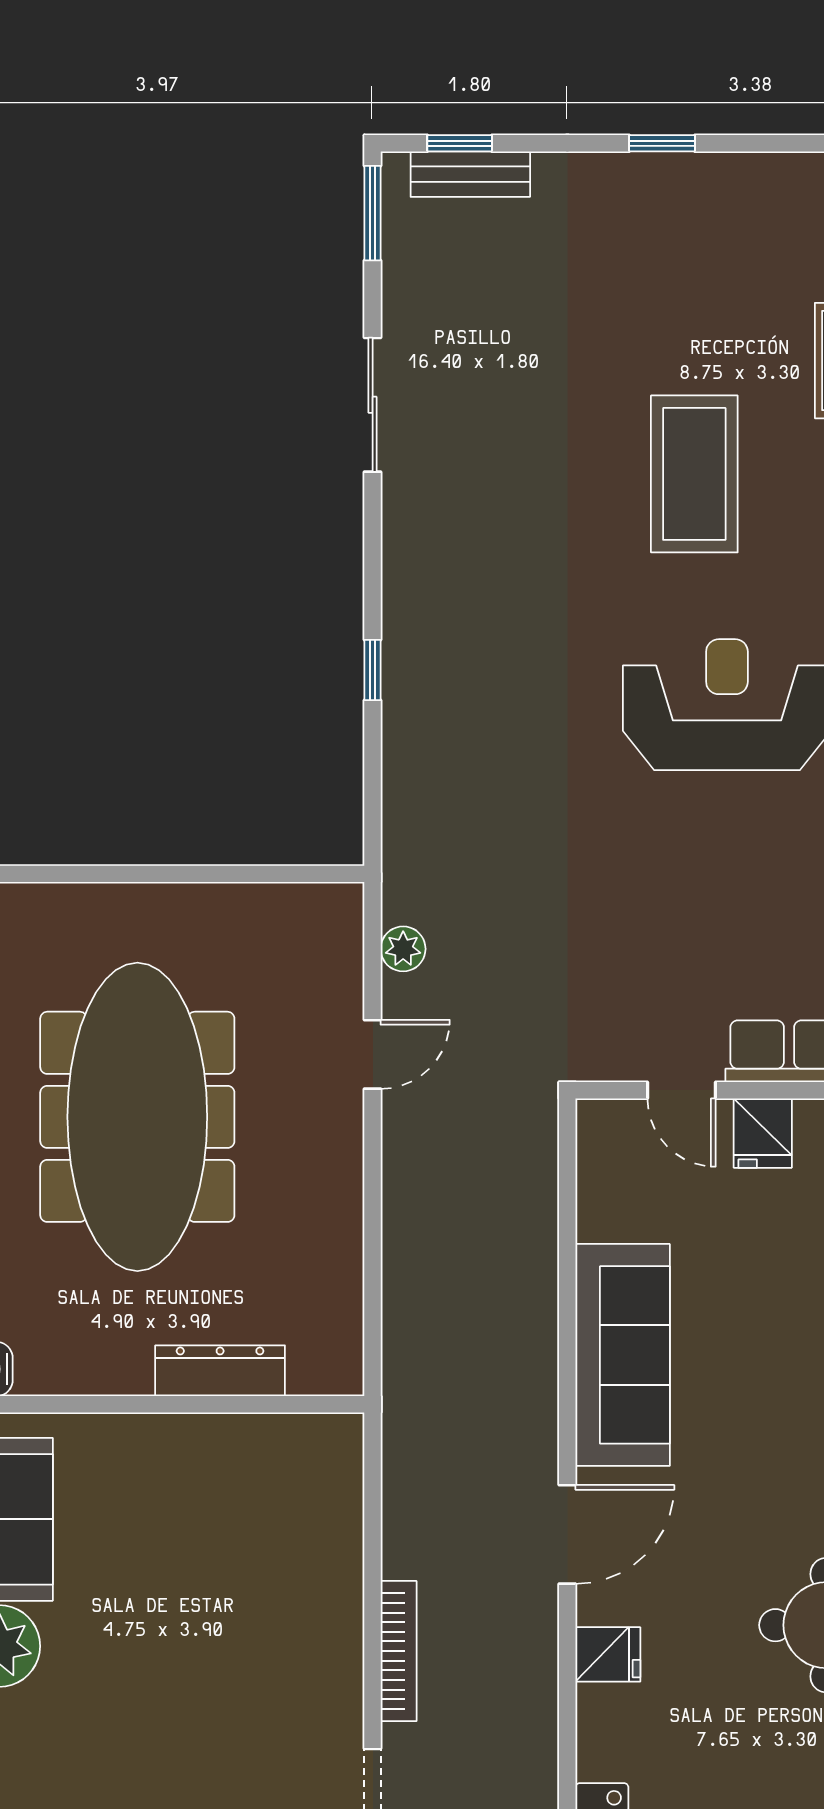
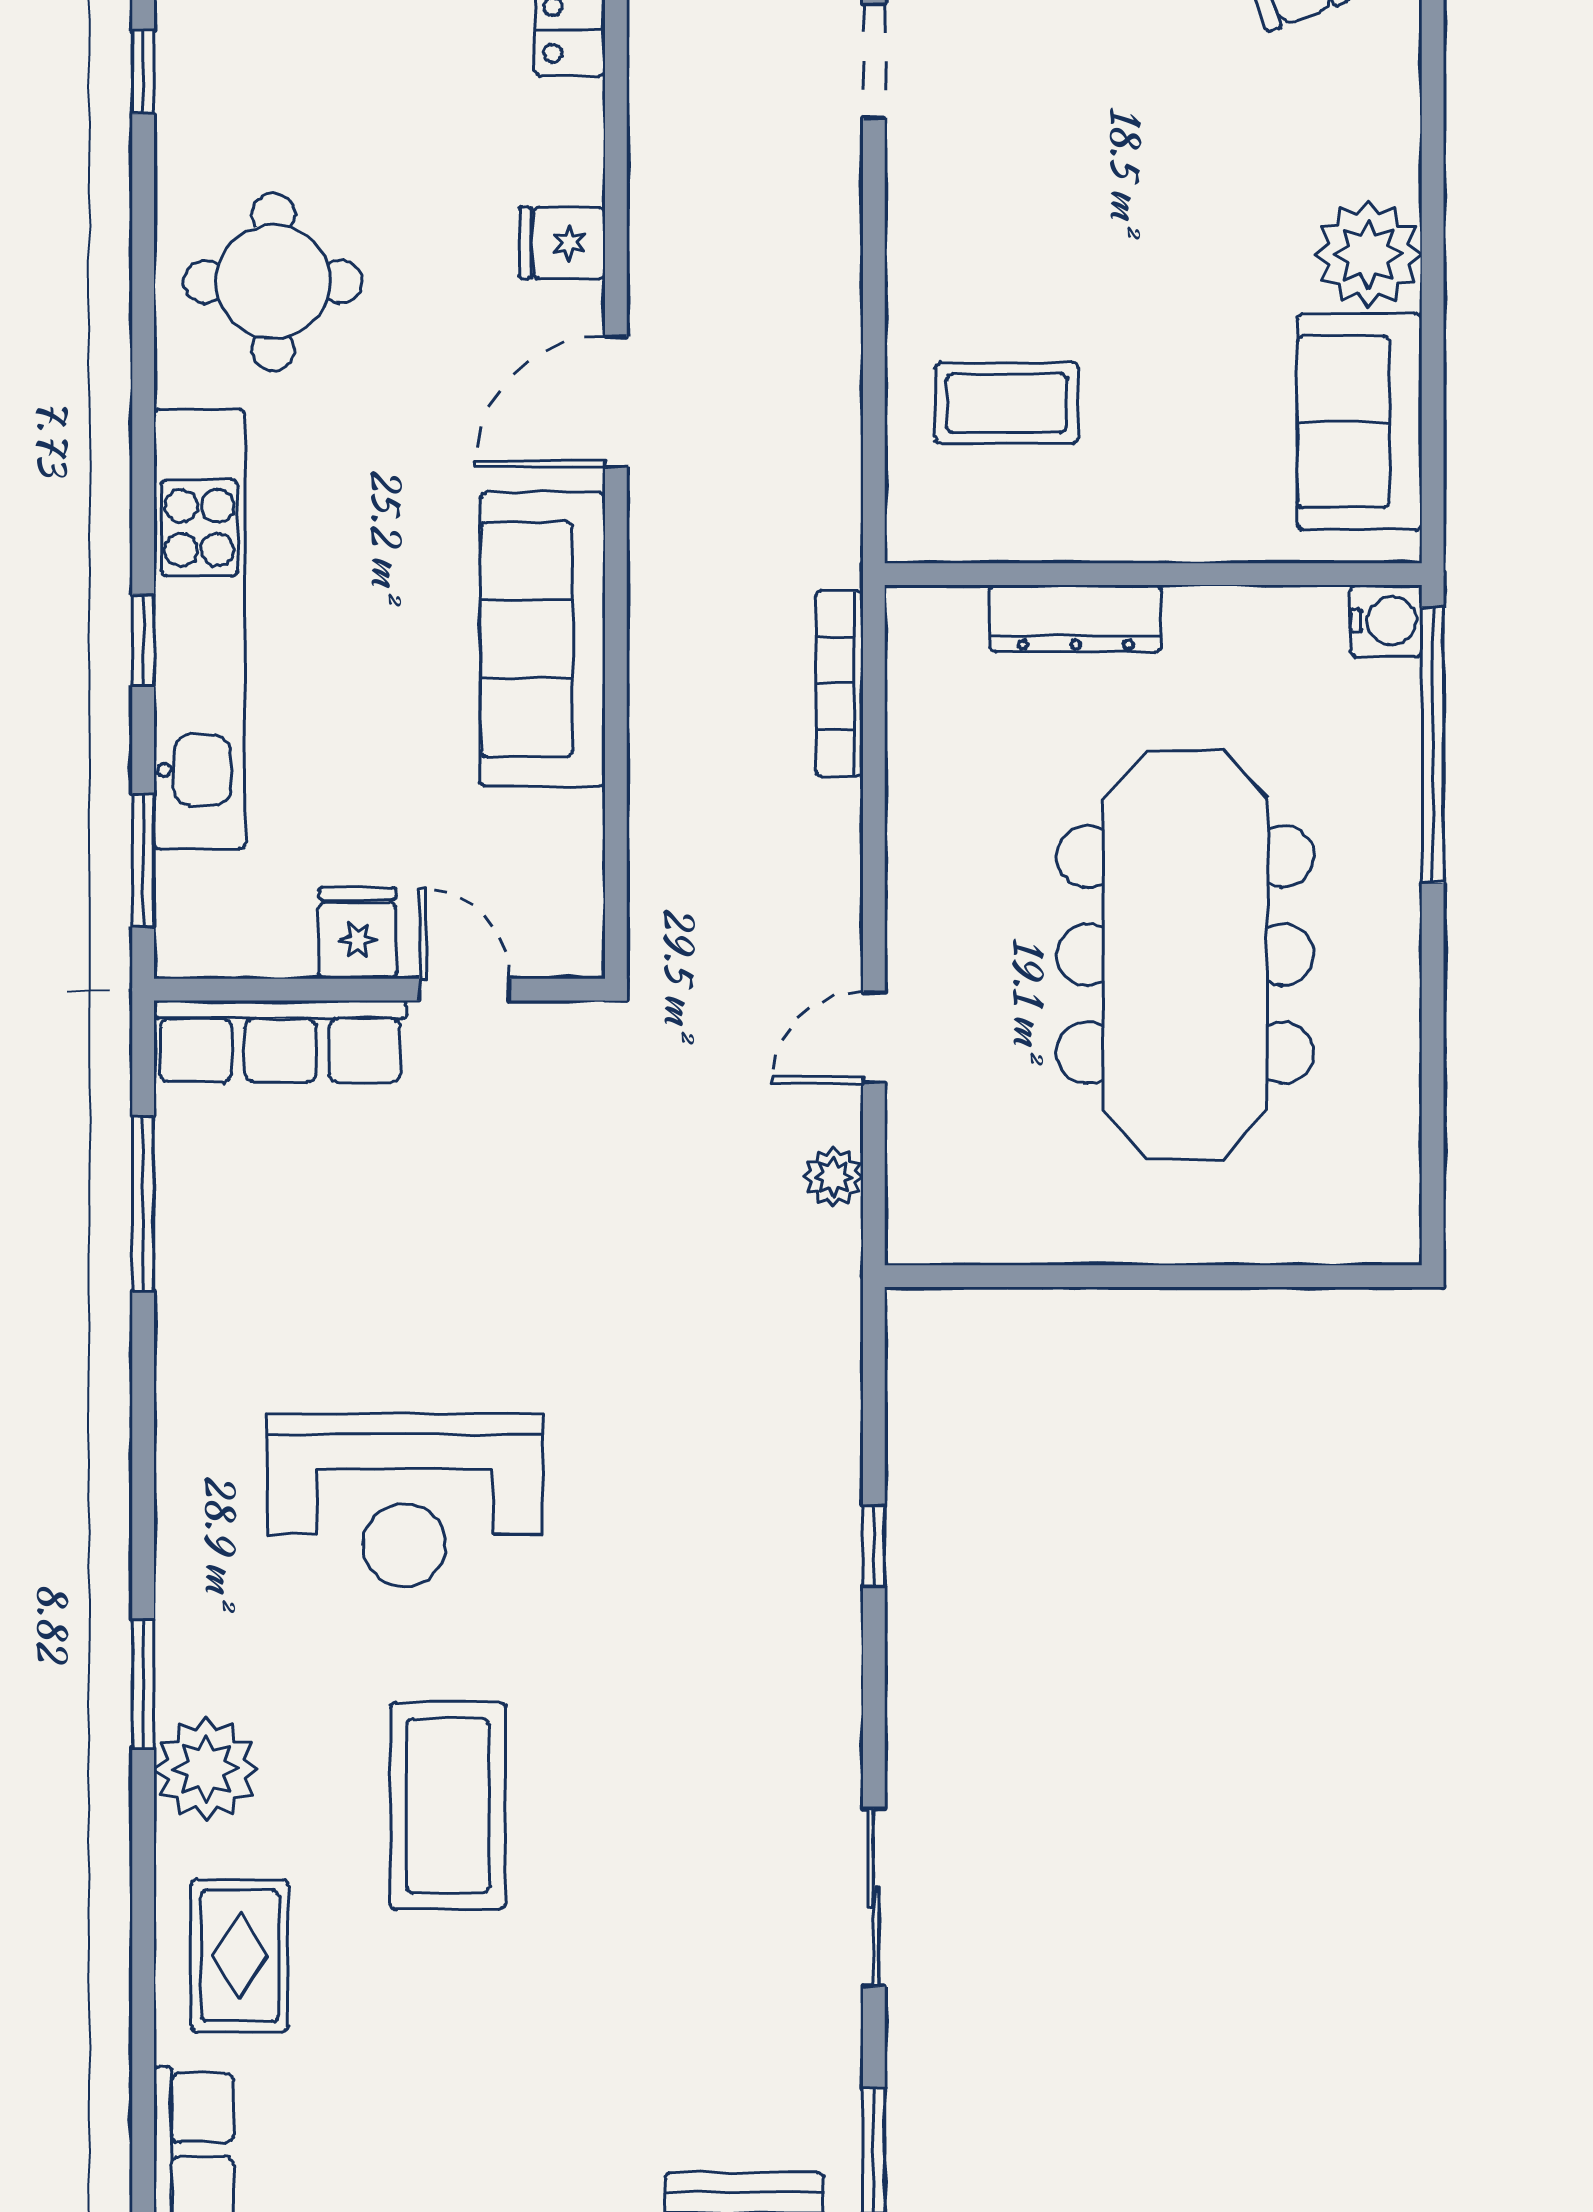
coffee table: (272, 1534) -> (1007, 403), added
bookcase: (399, 1651) -> (839, 684), moved

